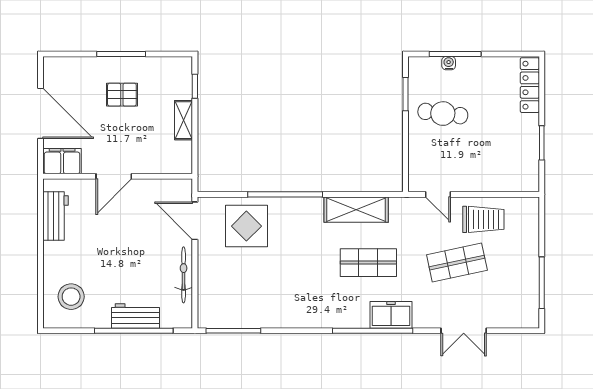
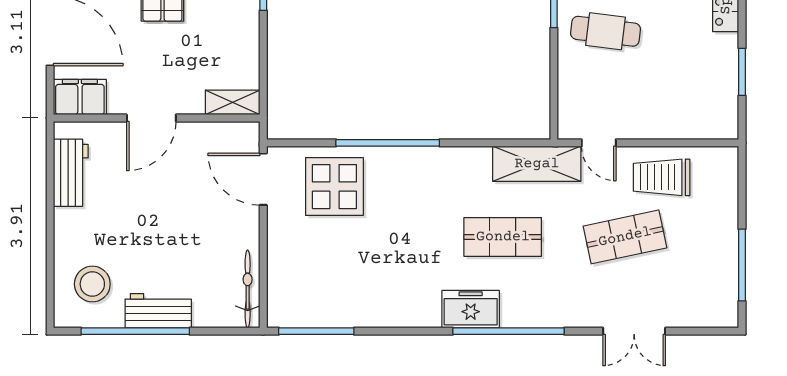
shelving: (184, 120) -> (233, 102), moved, turned 90
shelving: (356, 210) -> (537, 164), moved
trolley: (483, 219) -> (662, 177), turned 180
bicycle: (184, 275) -> (248, 289), moved
freezer: (391, 315) -> (471, 309), moved
workbench: (136, 316) -> (158, 311), moved
window: (134, 331) -> (135, 331), moved

